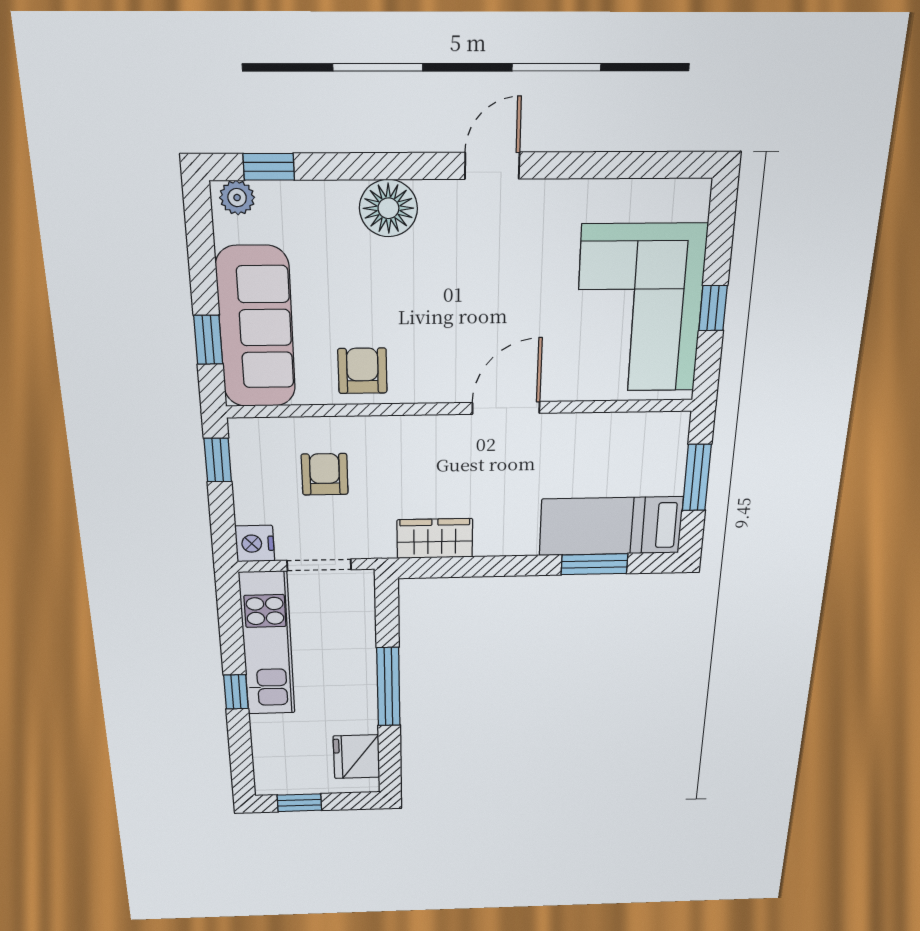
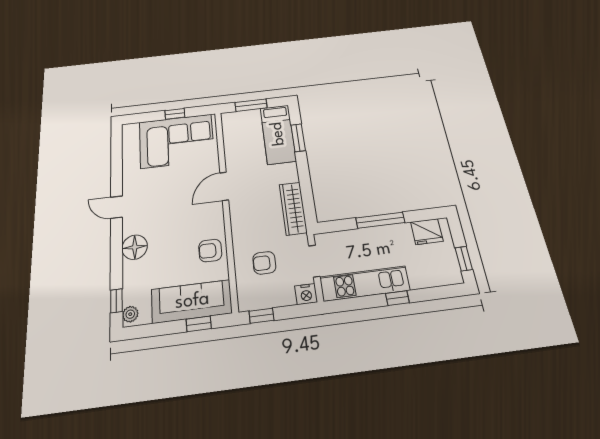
door: (506, 408) -> (224, 186), hinge flipped
wardrobe: (435, 538) -> (293, 208), width x1.50

